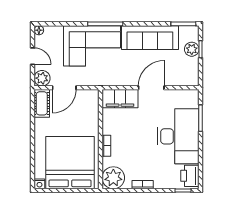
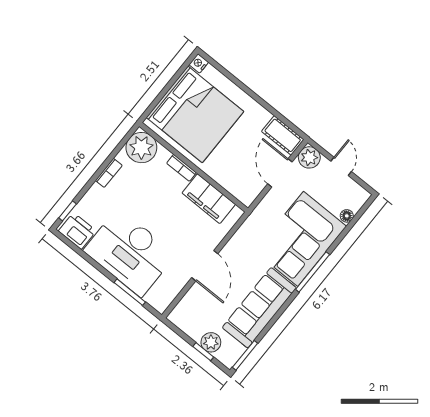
floor lamp: (39, 30) -> (347, 216), moved
door: (32, 56) -> (341, 166), swing flipped
filing cabinet: (120, 99) -> (209, 199), moved, turned -90

